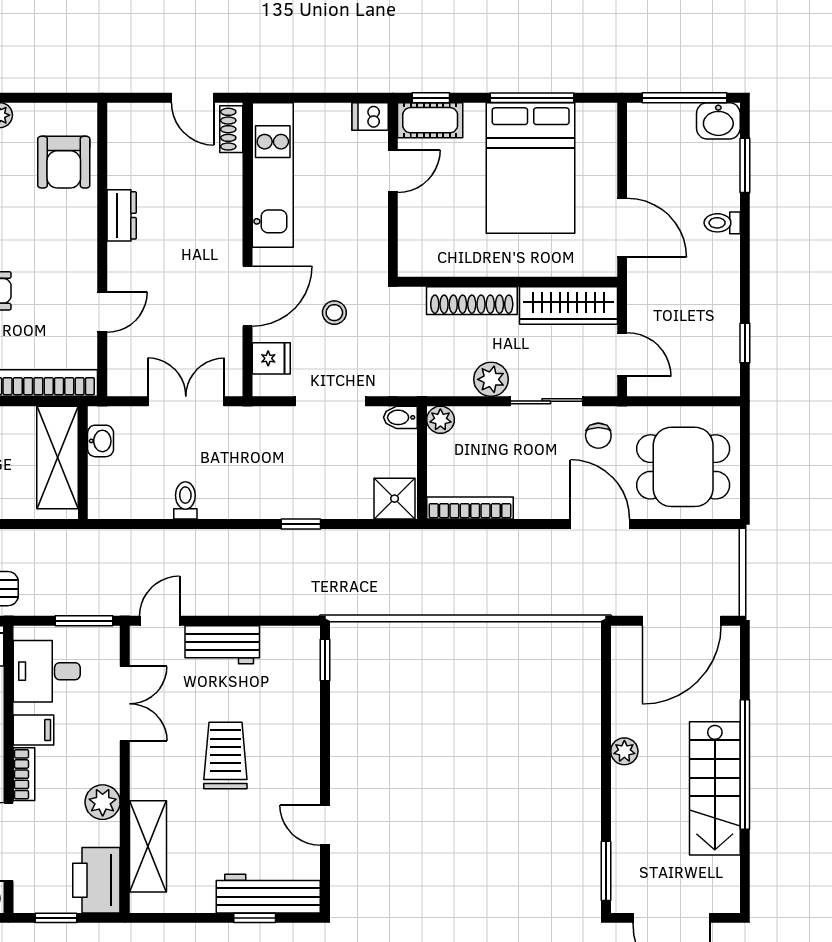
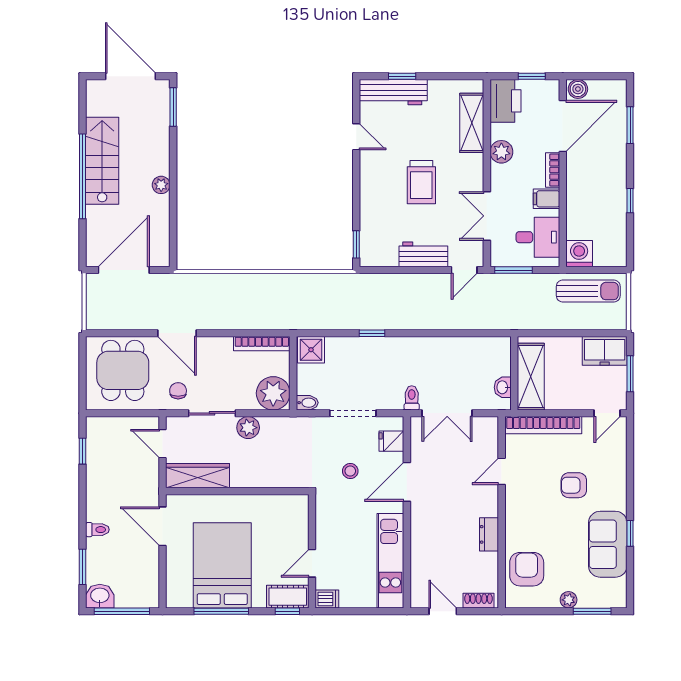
shoe rack: (231, 129) -> (479, 601), moved, turned -90
shoe rack: (472, 301) -> (261, 479), removed
plant: (440, 420) -> (273, 393), width x1.87, depth x1.87
dining table: (683, 467) -> (123, 370), turned 90
toilet: (185, 500) -> (412, 398), moved, turned 180

